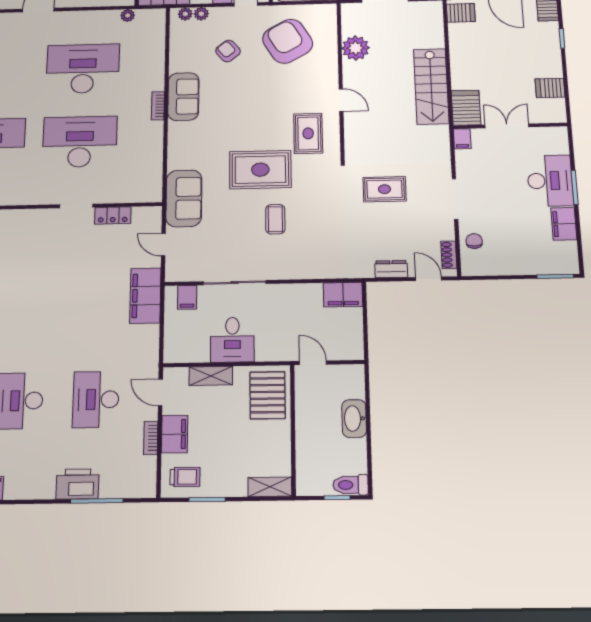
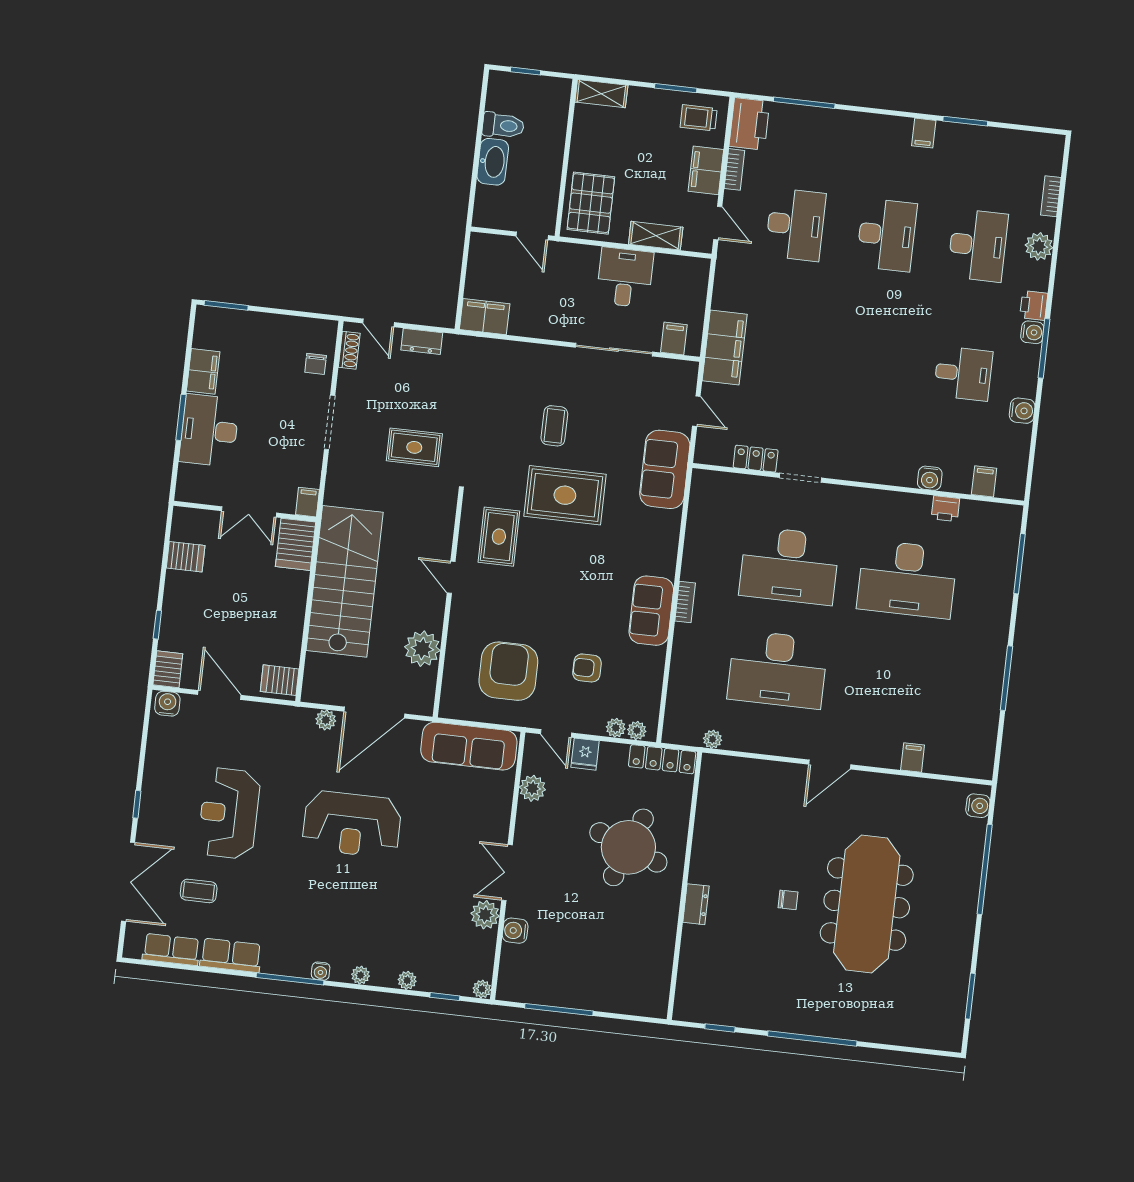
armchair: (288, 41) -> (508, 671), turned -150
armchair: (228, 51) -> (587, 668), turned 130
stairs: (431, 86) -> (345, 581), width x1.36, depth x1.51
printer: (78, 484) -> (749, 124), moved, turned -90
toilet: (351, 485) -> (503, 125), moved

